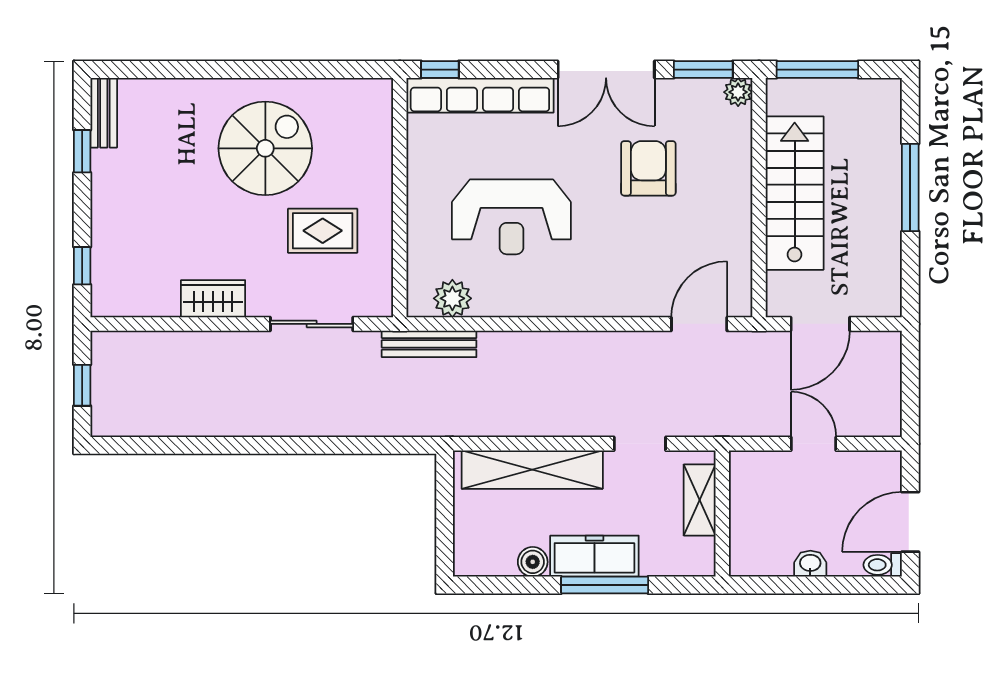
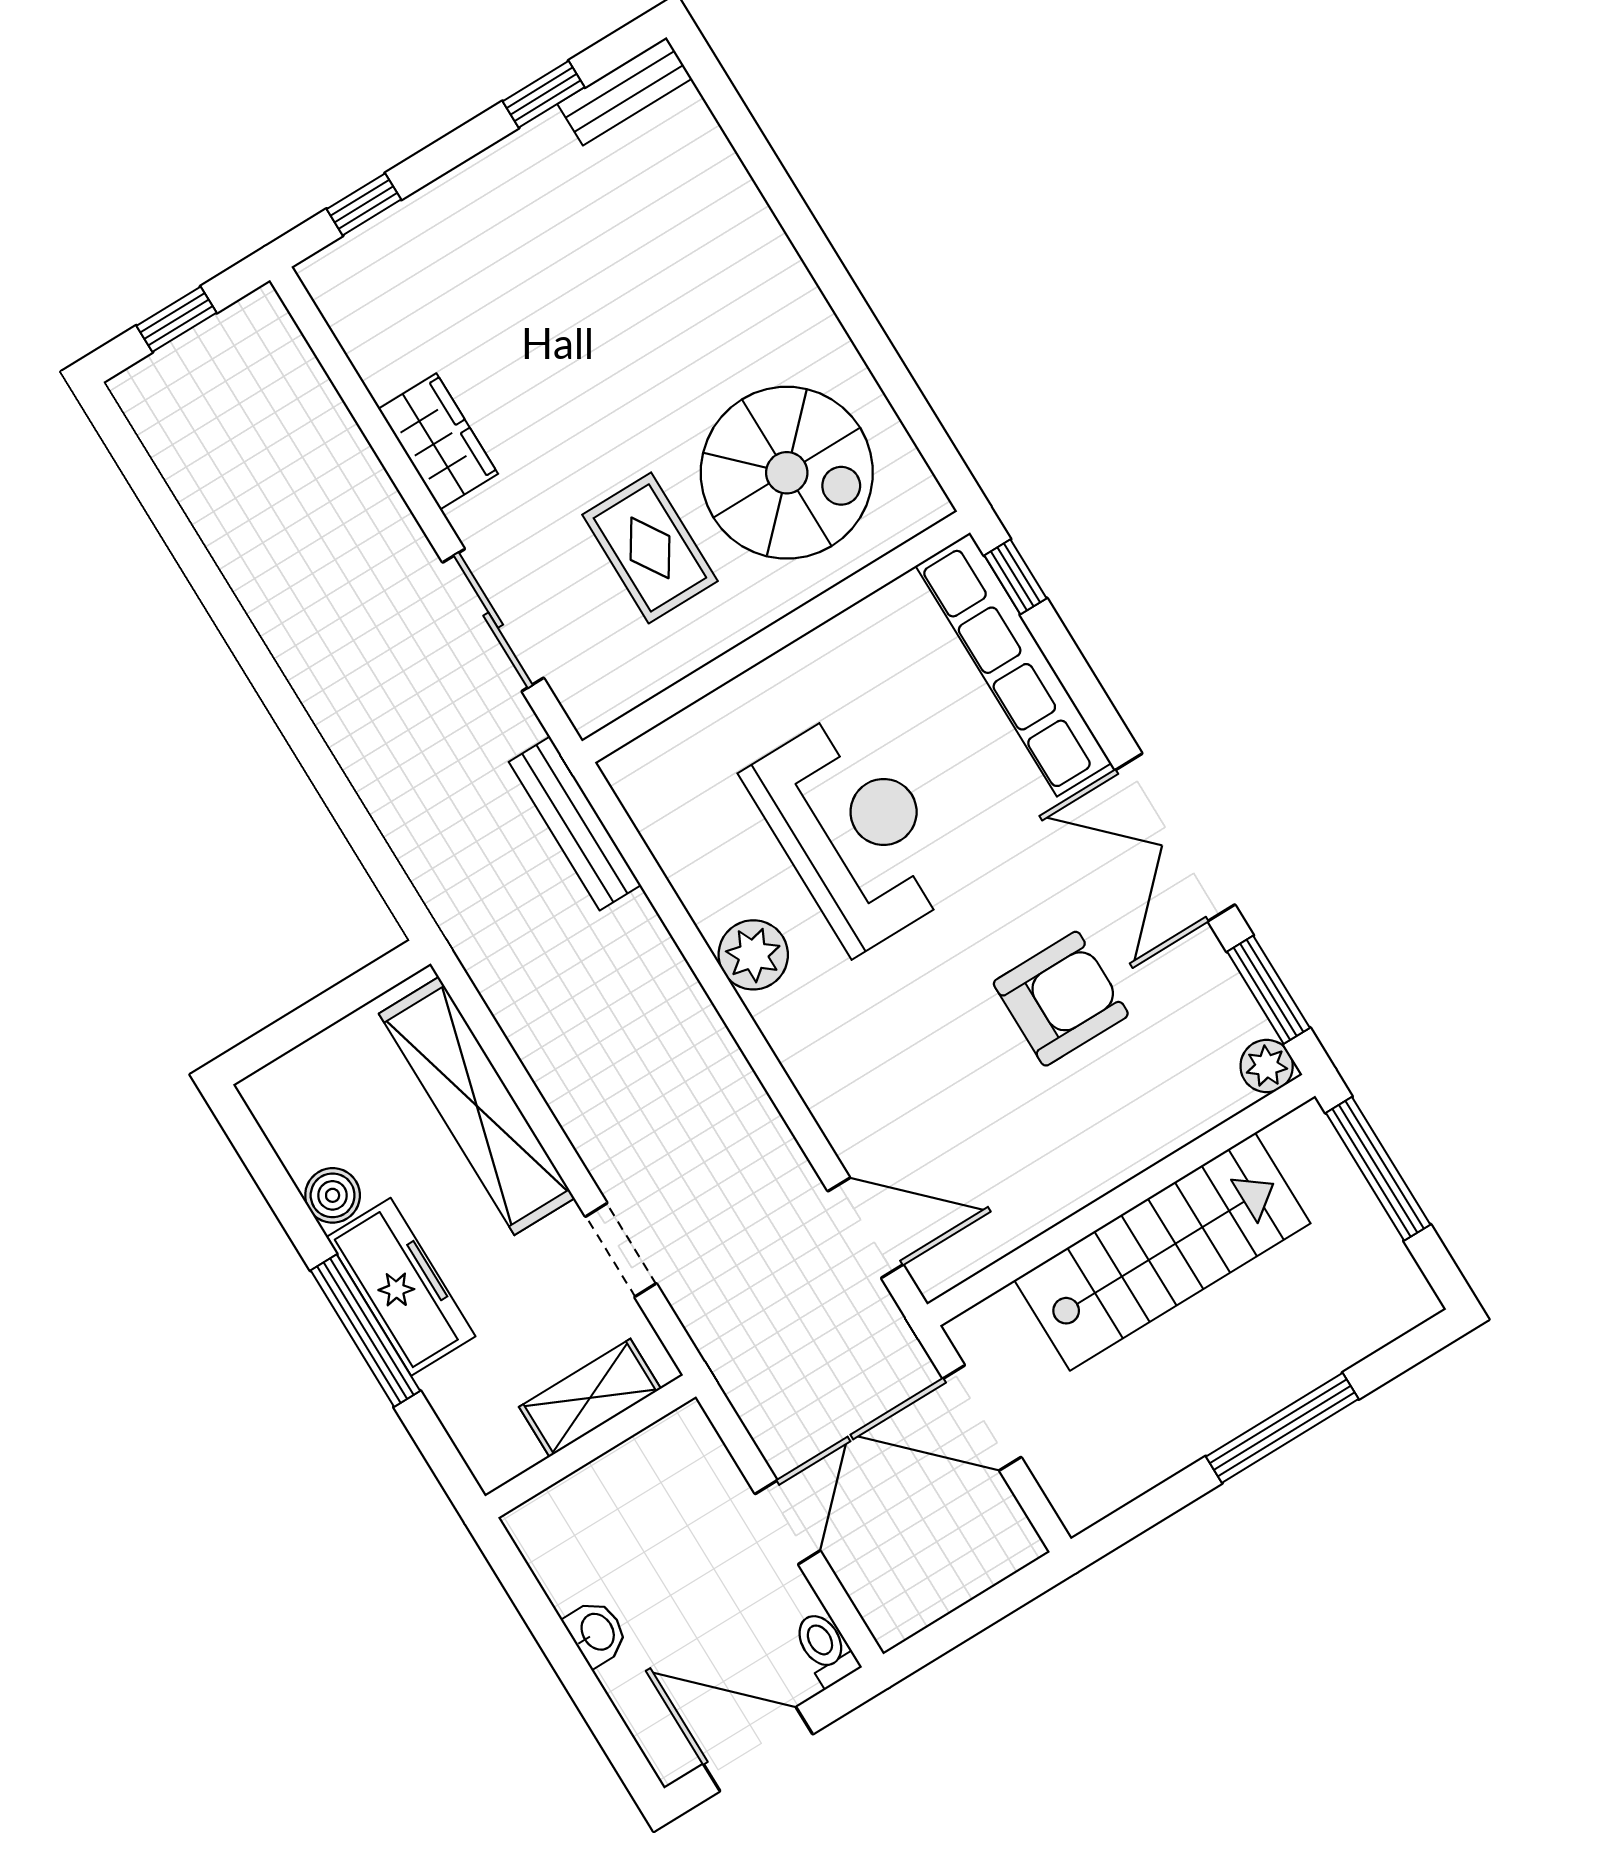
spiral stairs: (265, 148) -> (787, 473), moved
reception desk: (511, 217) -> (853, 831), turned 180
plant: (452, 298) -> (753, 955), moved
toilet: (883, 565) -> (825, 1648), moved

